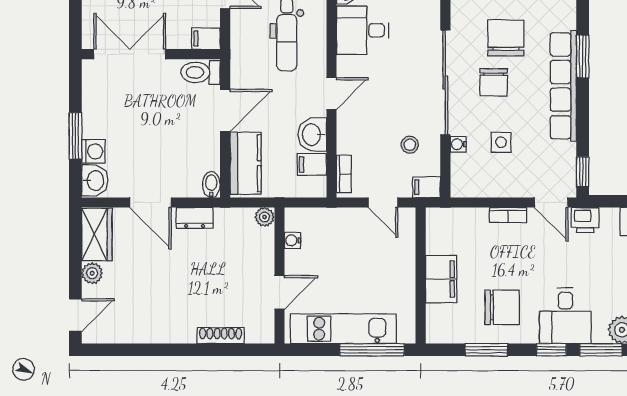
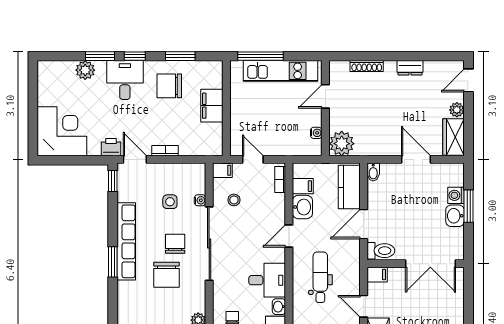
washbasin: (95, 181) -> (455, 216), moved
plant: (265, 217) -> (342, 144), width x1.88, depth x1.88
dresser: (195, 218) -> (410, 68), moved, turned 180

